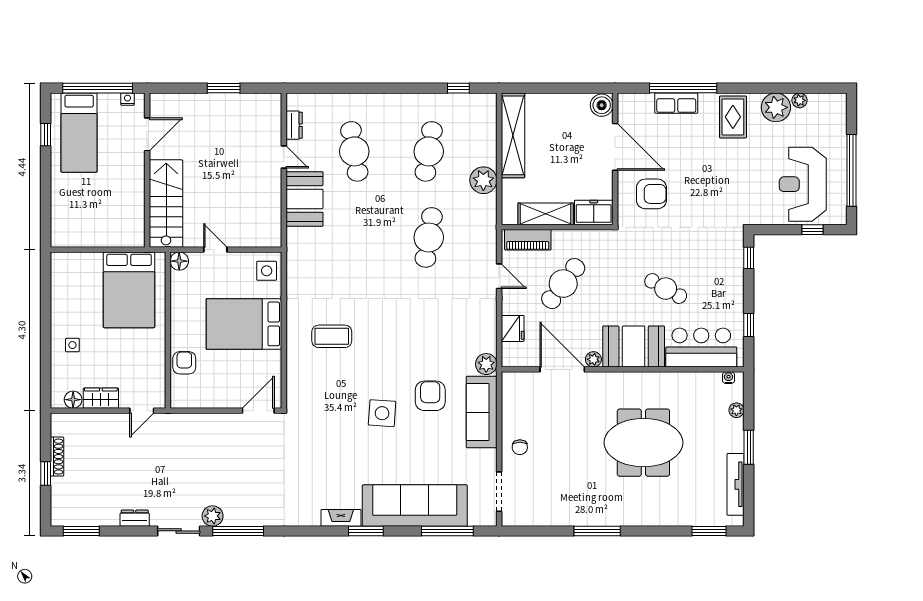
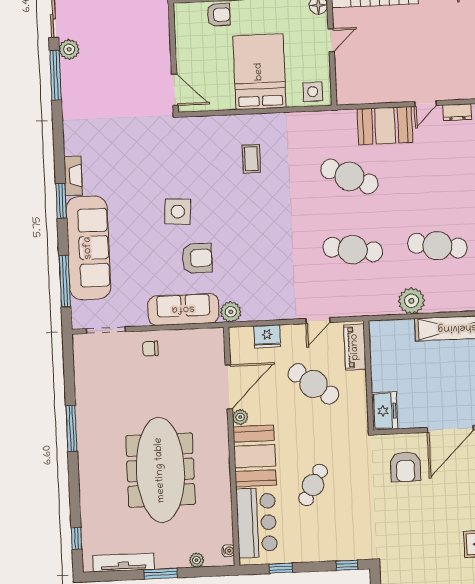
cafe table: (354, 151) -> (349, 176), moved, turned 33
shelving: (546, 214) -> (381, 363), removed
coffee table: (332, 336) -> (251, 159), width x0.73, depth x0.77
meeting table: (643, 443) -> (160, 470), width x1.36
window: (709, 531) -> (77, 538), width x0.67

